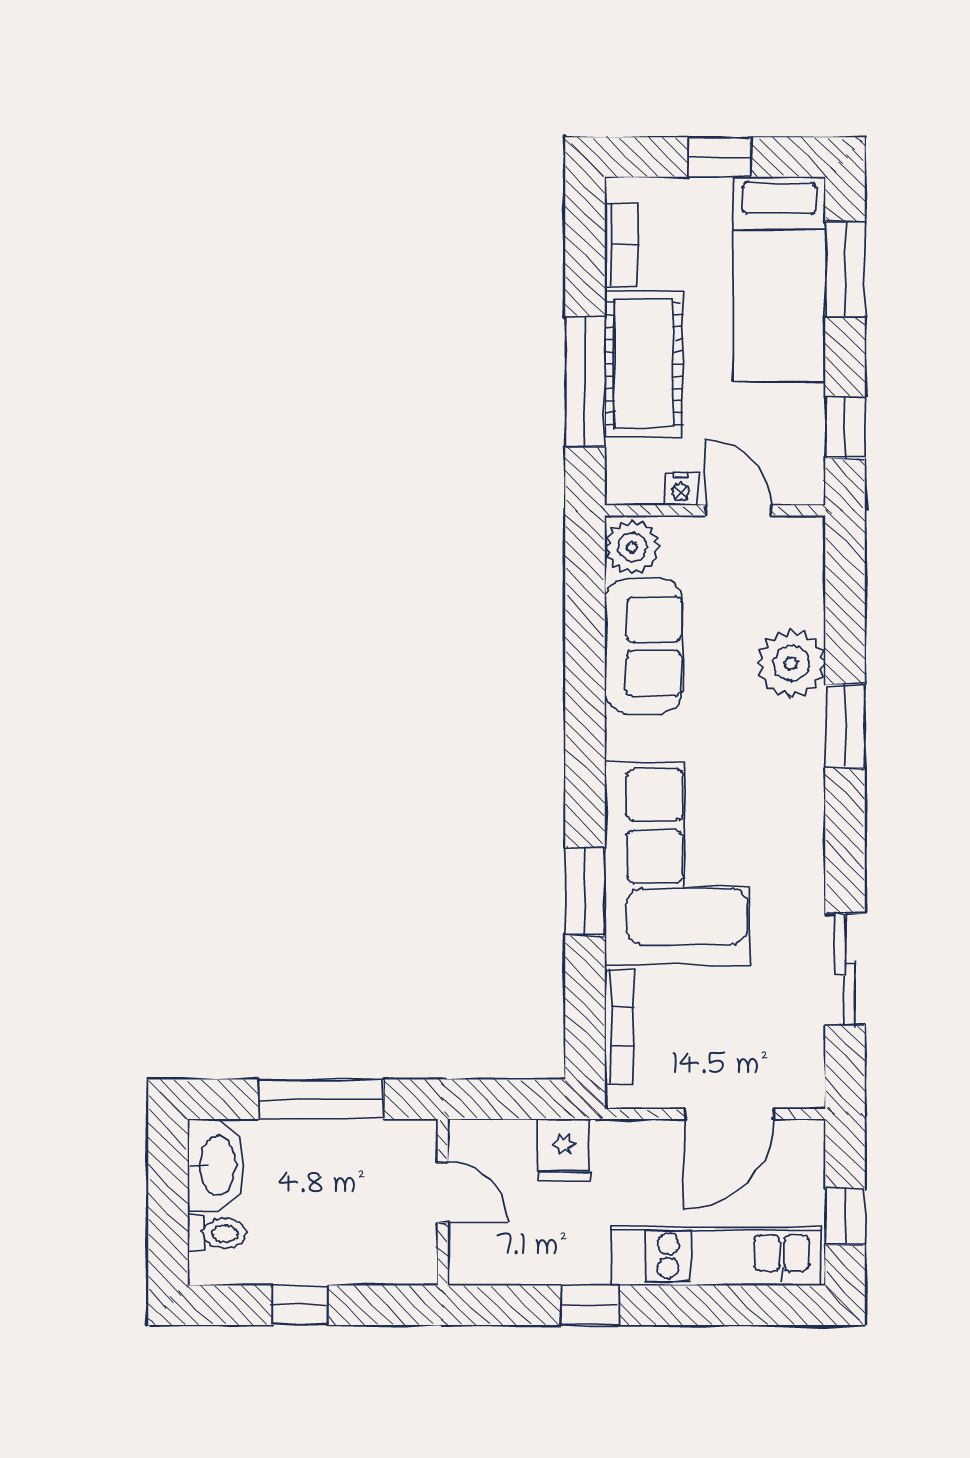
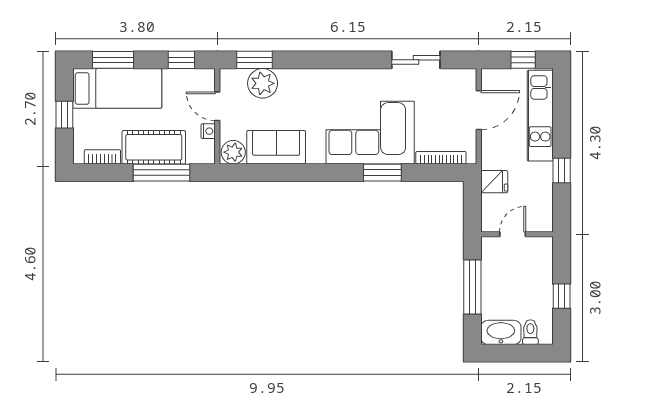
door: (738, 510) -> (217, 106), hinge flipped
plant: (791, 663) -> (263, 83), moved
window: (845, 726) -> (254, 60), moved
door: (729, 1114) -> (479, 110), hinge flipped

